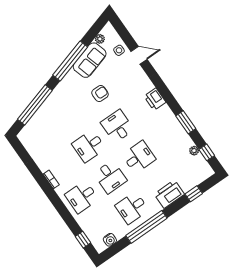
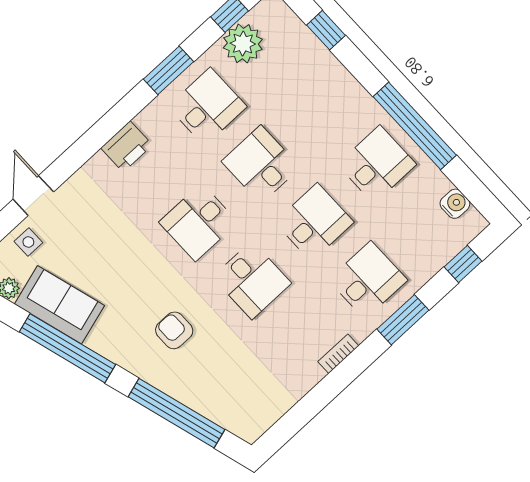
armchair: (100, 94) -> (174, 330), moved
desk: (168, 137) -> (207, 107), added
plant: (194, 151) -> (243, 44), width x1.87, depth x1.87
printer: (169, 194) -> (334, 85), removed
desk: (82, 197) -> (368, 280), turned -90
desk: (132, 208) -> (377, 164), turned -90
window: (62, 210) -> (403, 320), added

